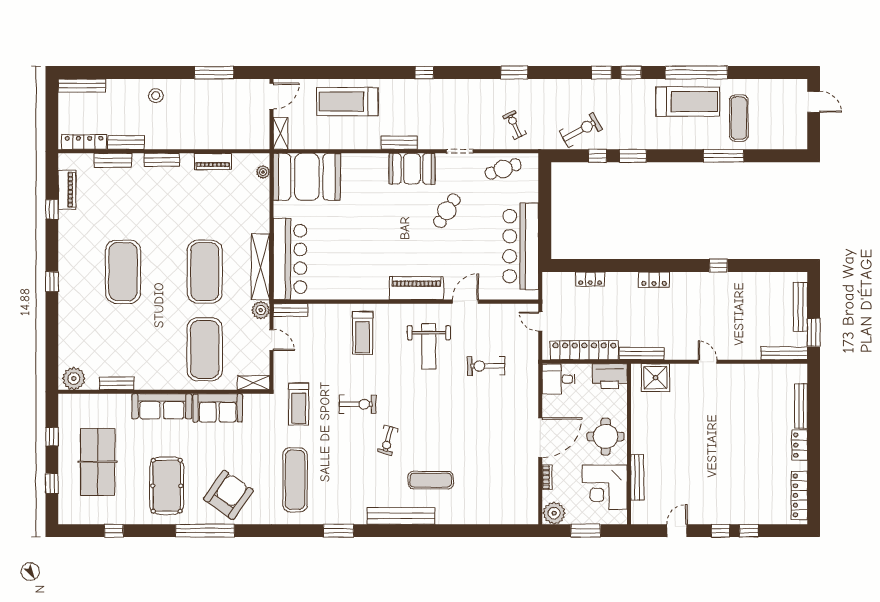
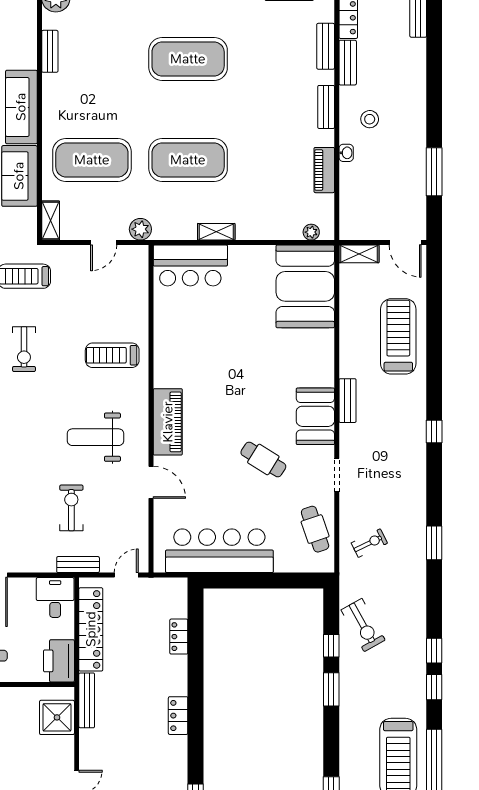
stool: (156, 96) -> (370, 119), moved
washbasin: (199, 144) -> (346, 153), added
bar counter: (290, 259) -> (190, 265), width x0.73
shelving: (260, 267) -> (216, 232), width x0.45, depth x0.75
bench: (290, 310) -> (78, 565), moved, turned 90

